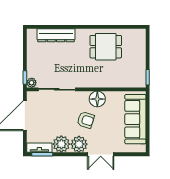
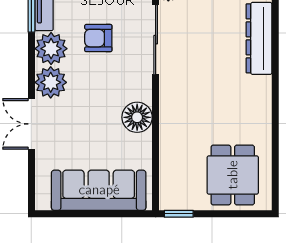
dining table: (106, 47) -> (233, 175), moved
armchair: (86, 120) -> (98, 38), moved, turned 73

